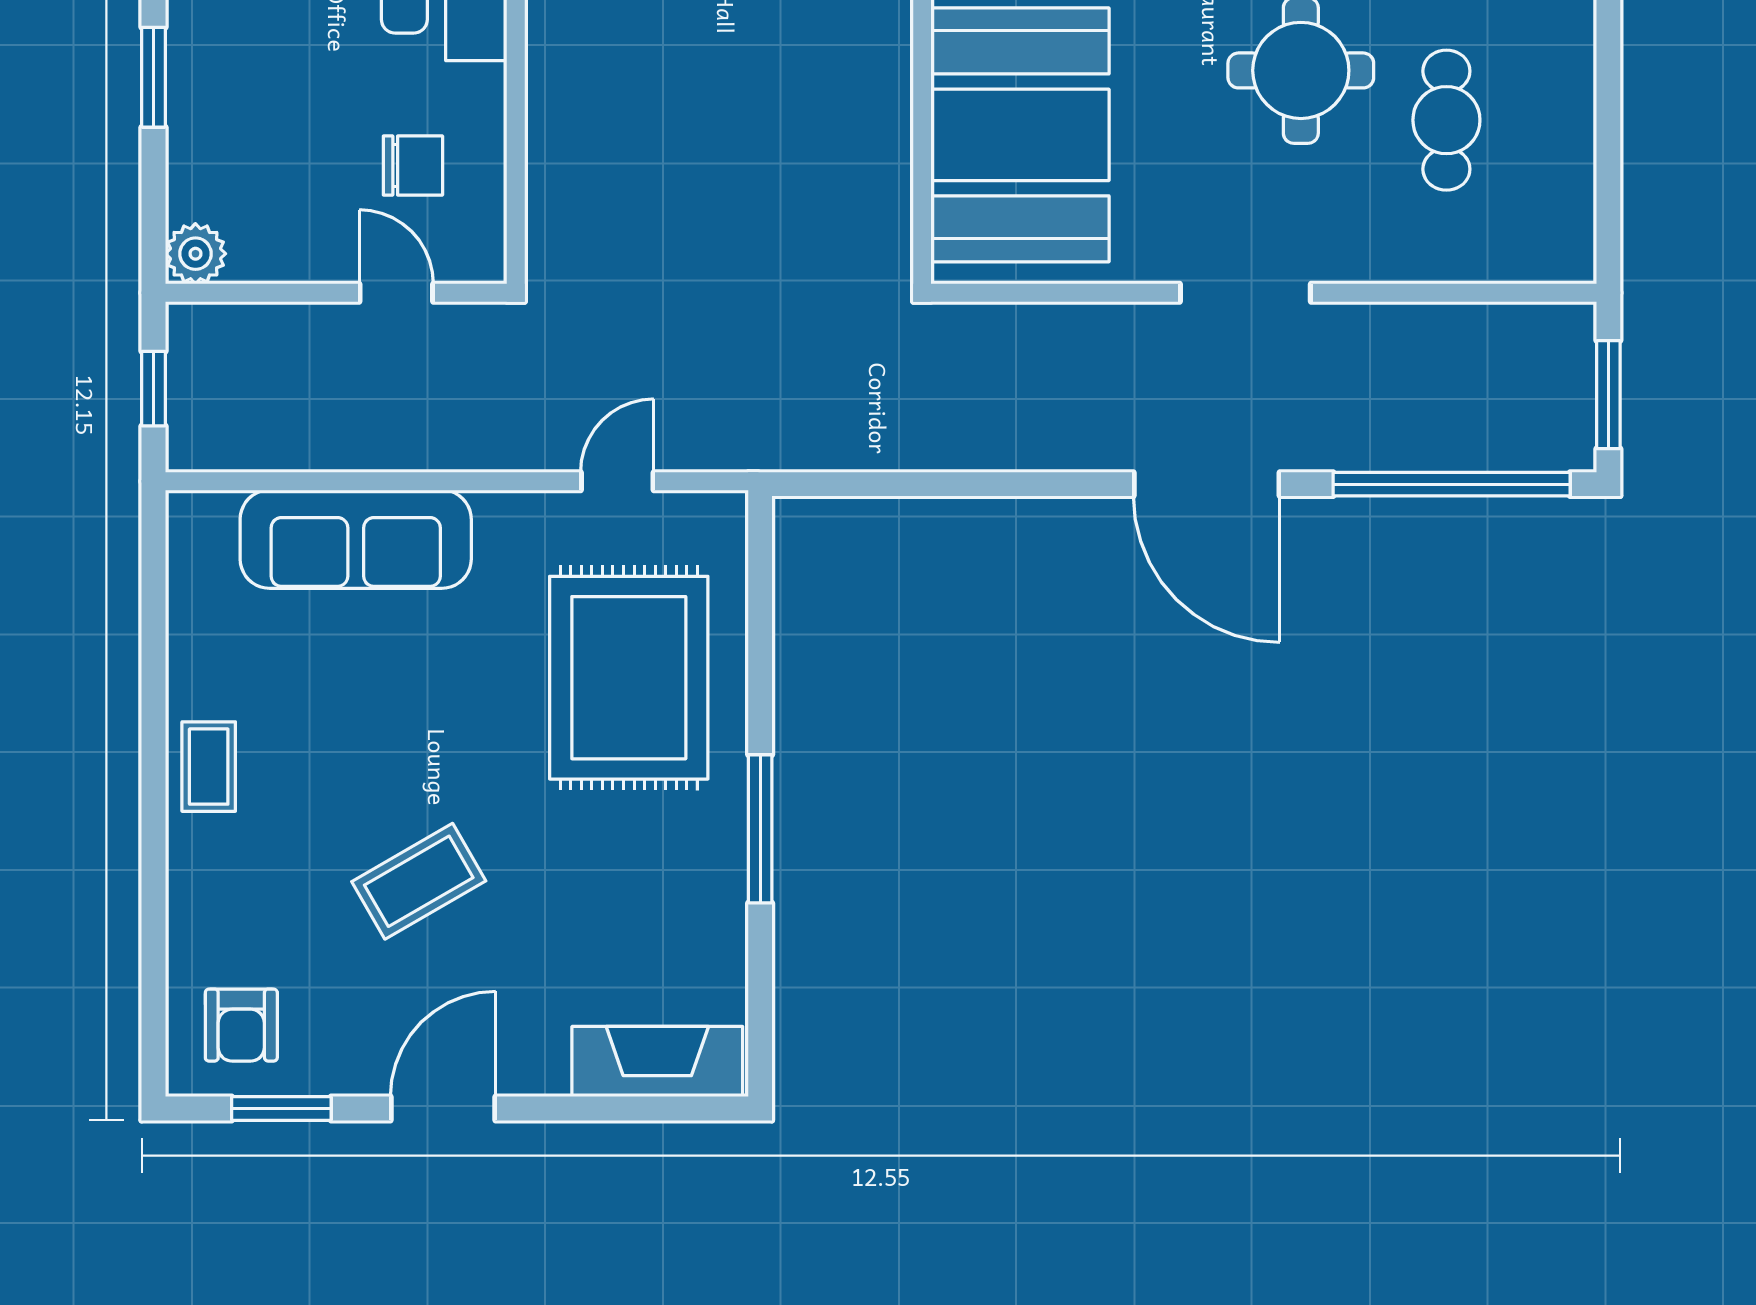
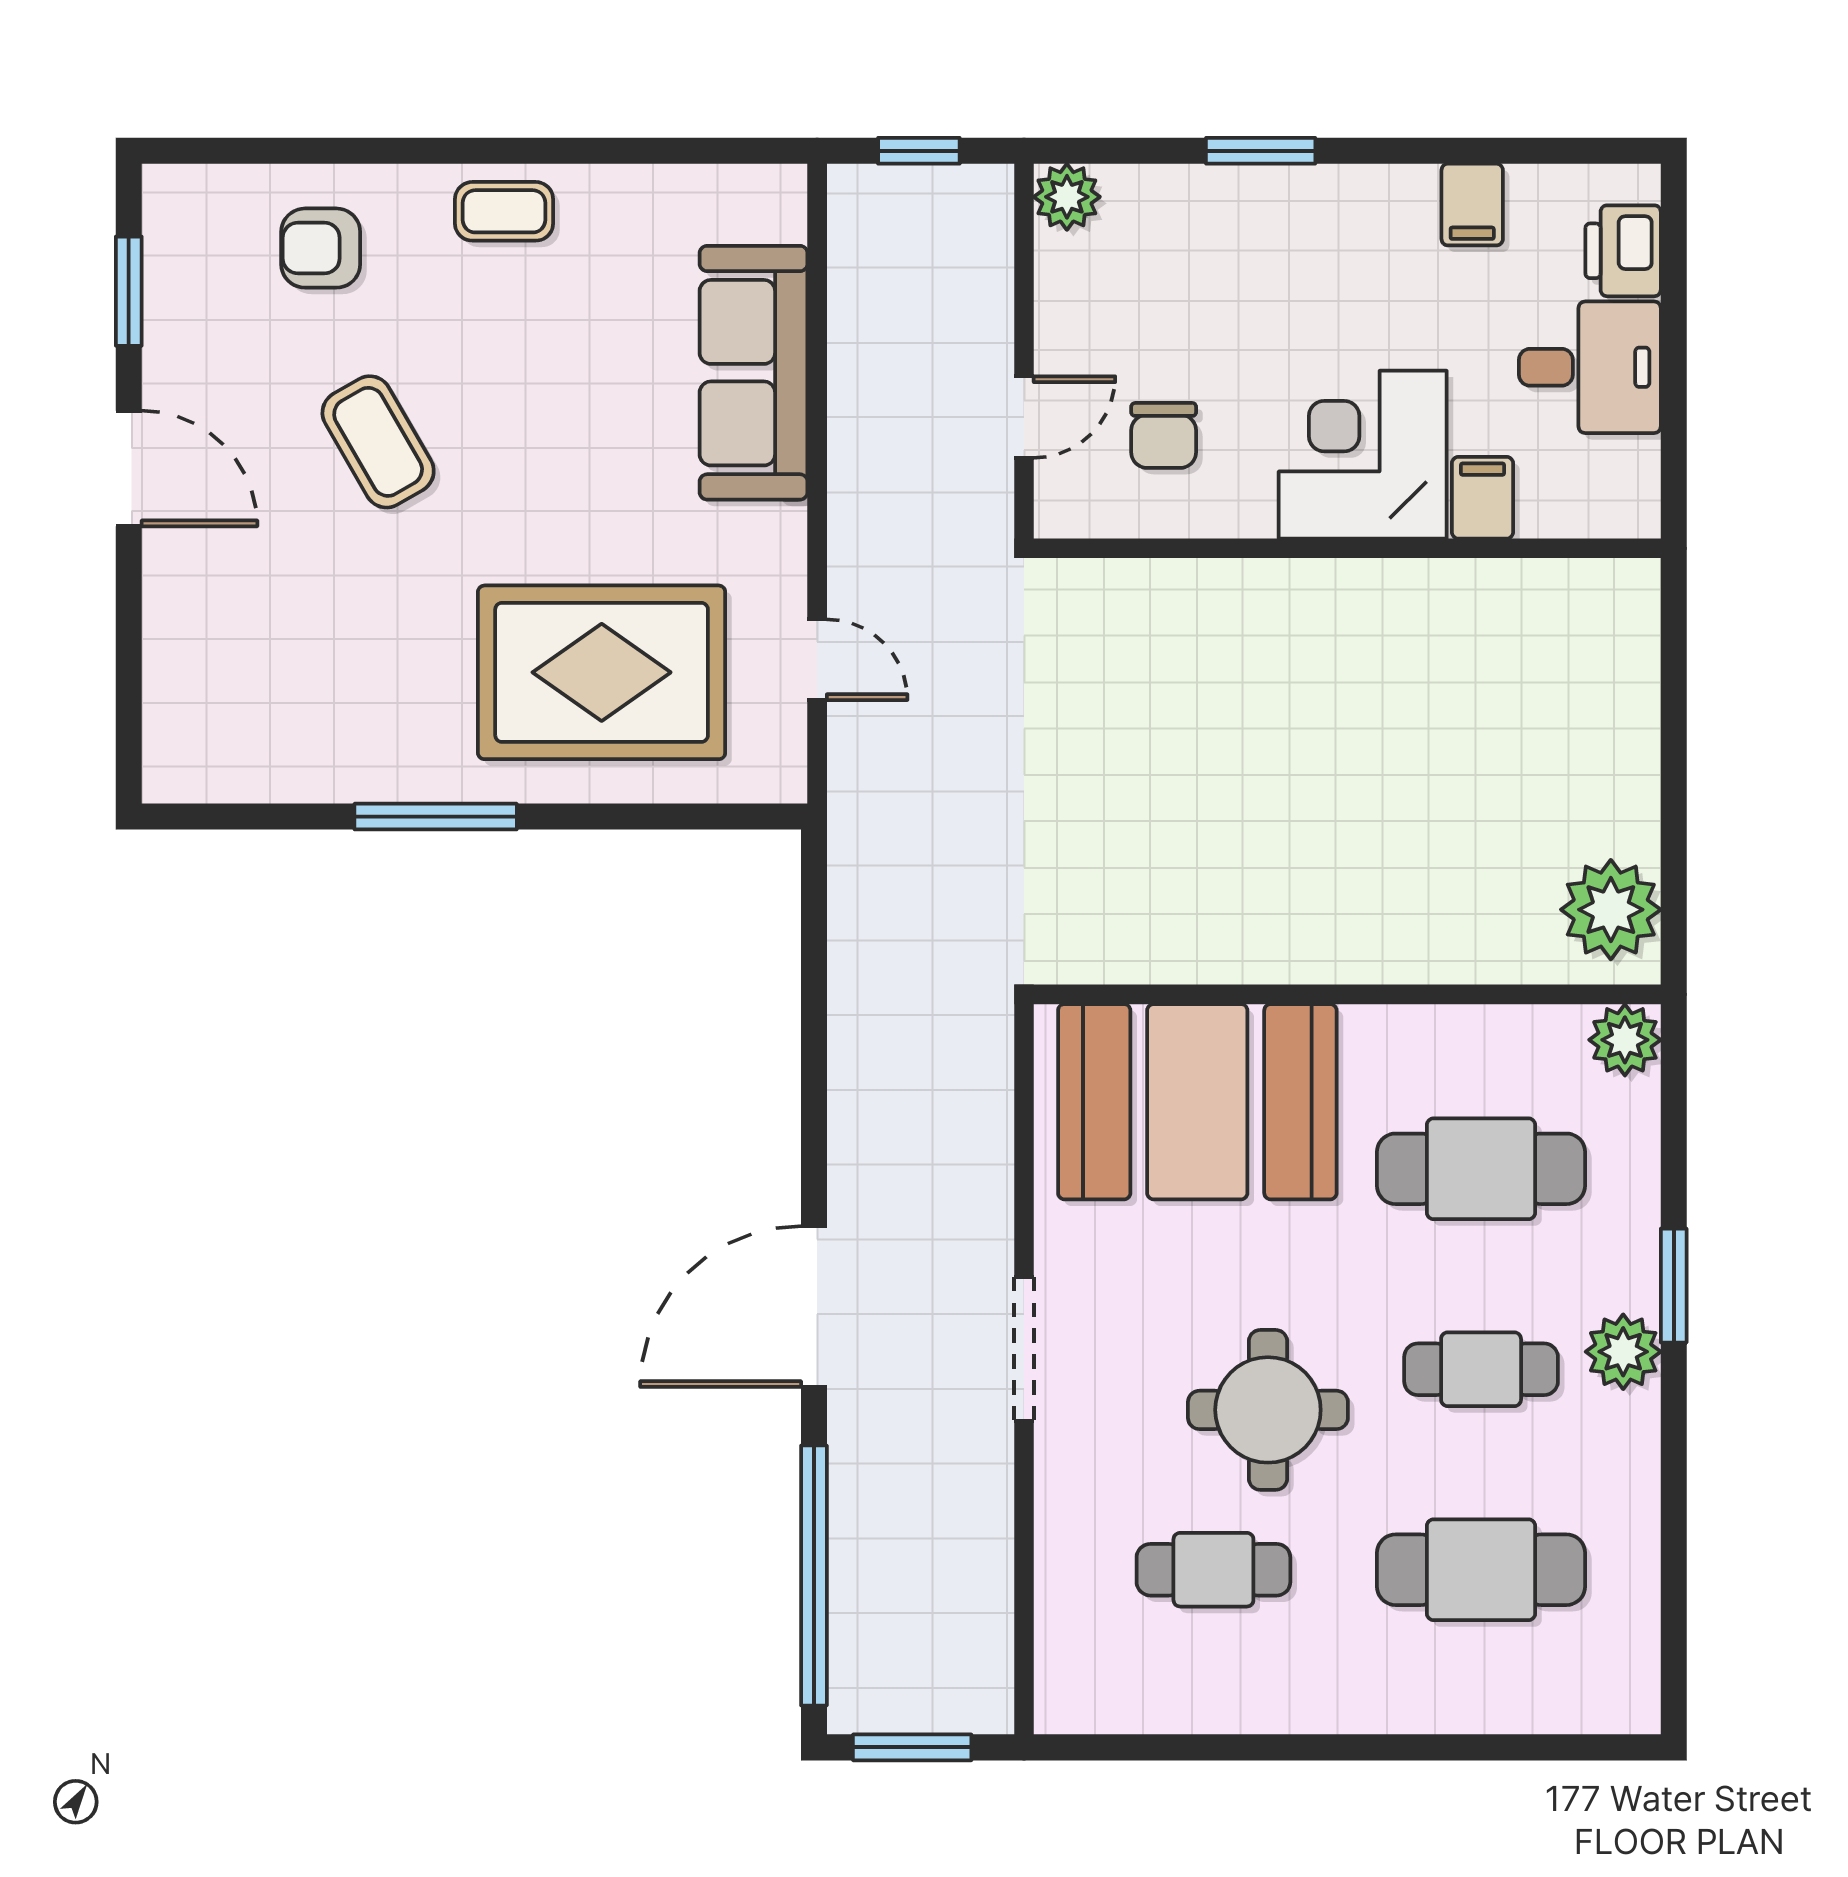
armchair: (241, 1025) -> (321, 248), moved
fireplace: (657, 1062) -> (180, 704), removed

